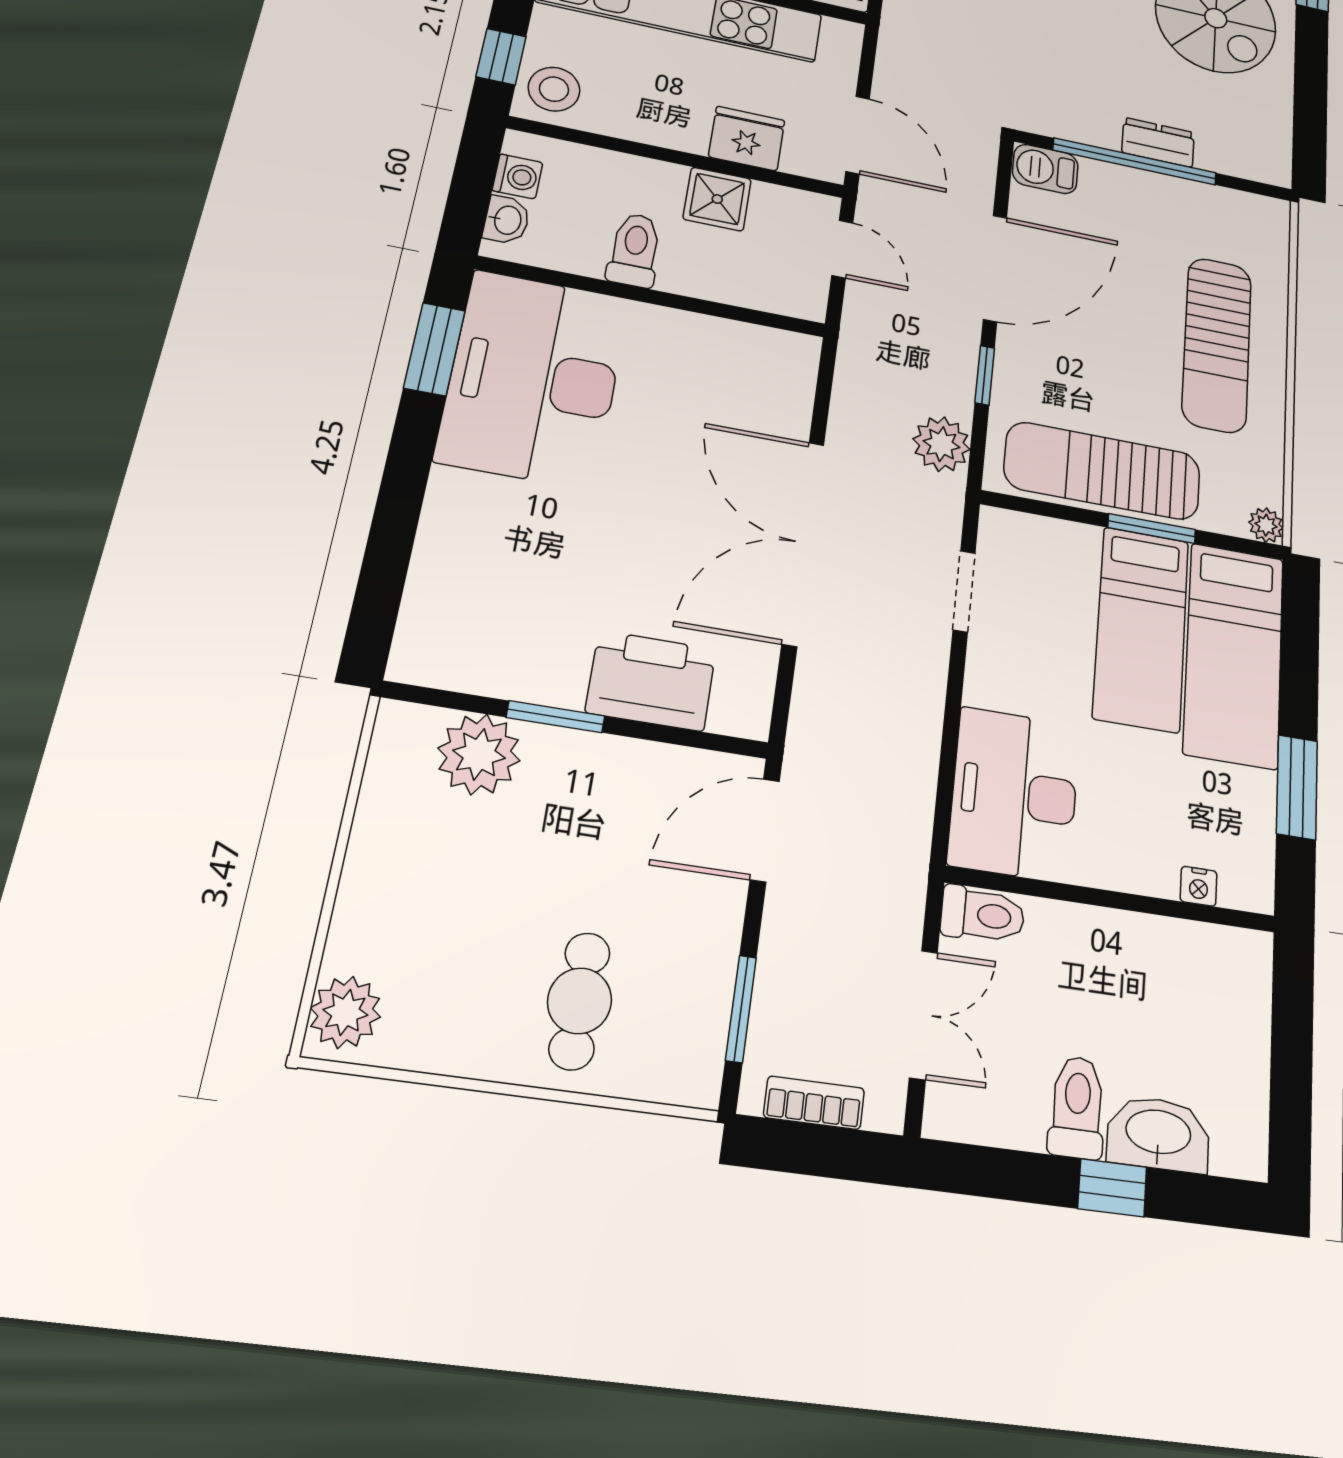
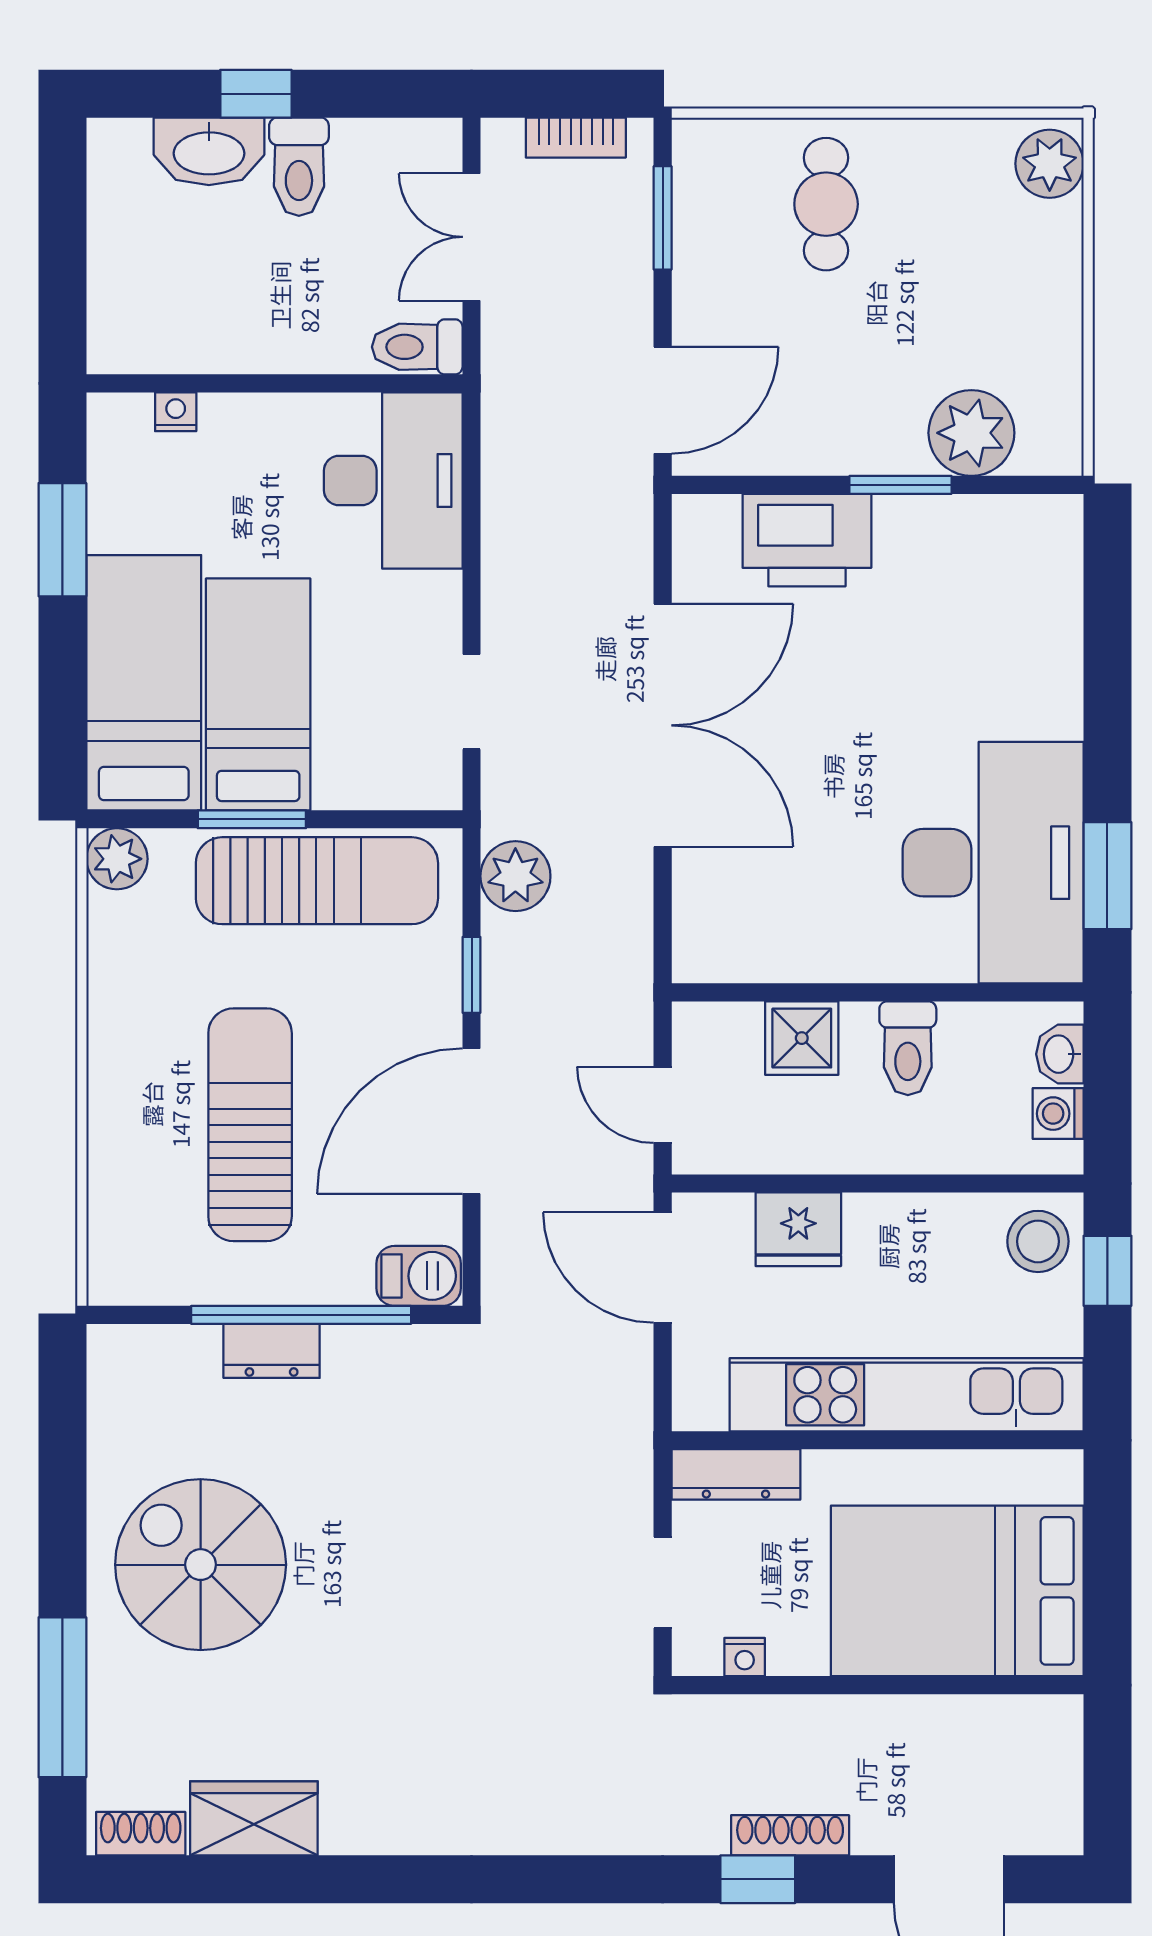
shower: (717, 199) -> (802, 1038), moved
sun lounger: (1217, 344) -> (250, 1125), moved
plant: (1266, 525) -> (117, 859), width x1.38, depth x1.38

